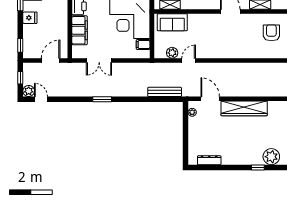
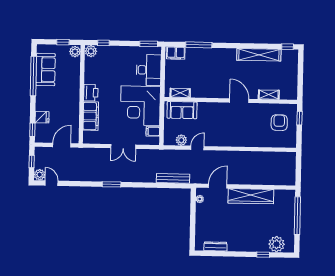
fridge: (30, 18) -> (42, 117), moved
double door: (99, 60) -> (123, 146), moved
door: (210, 99) -> (218, 186), hinge flipped

